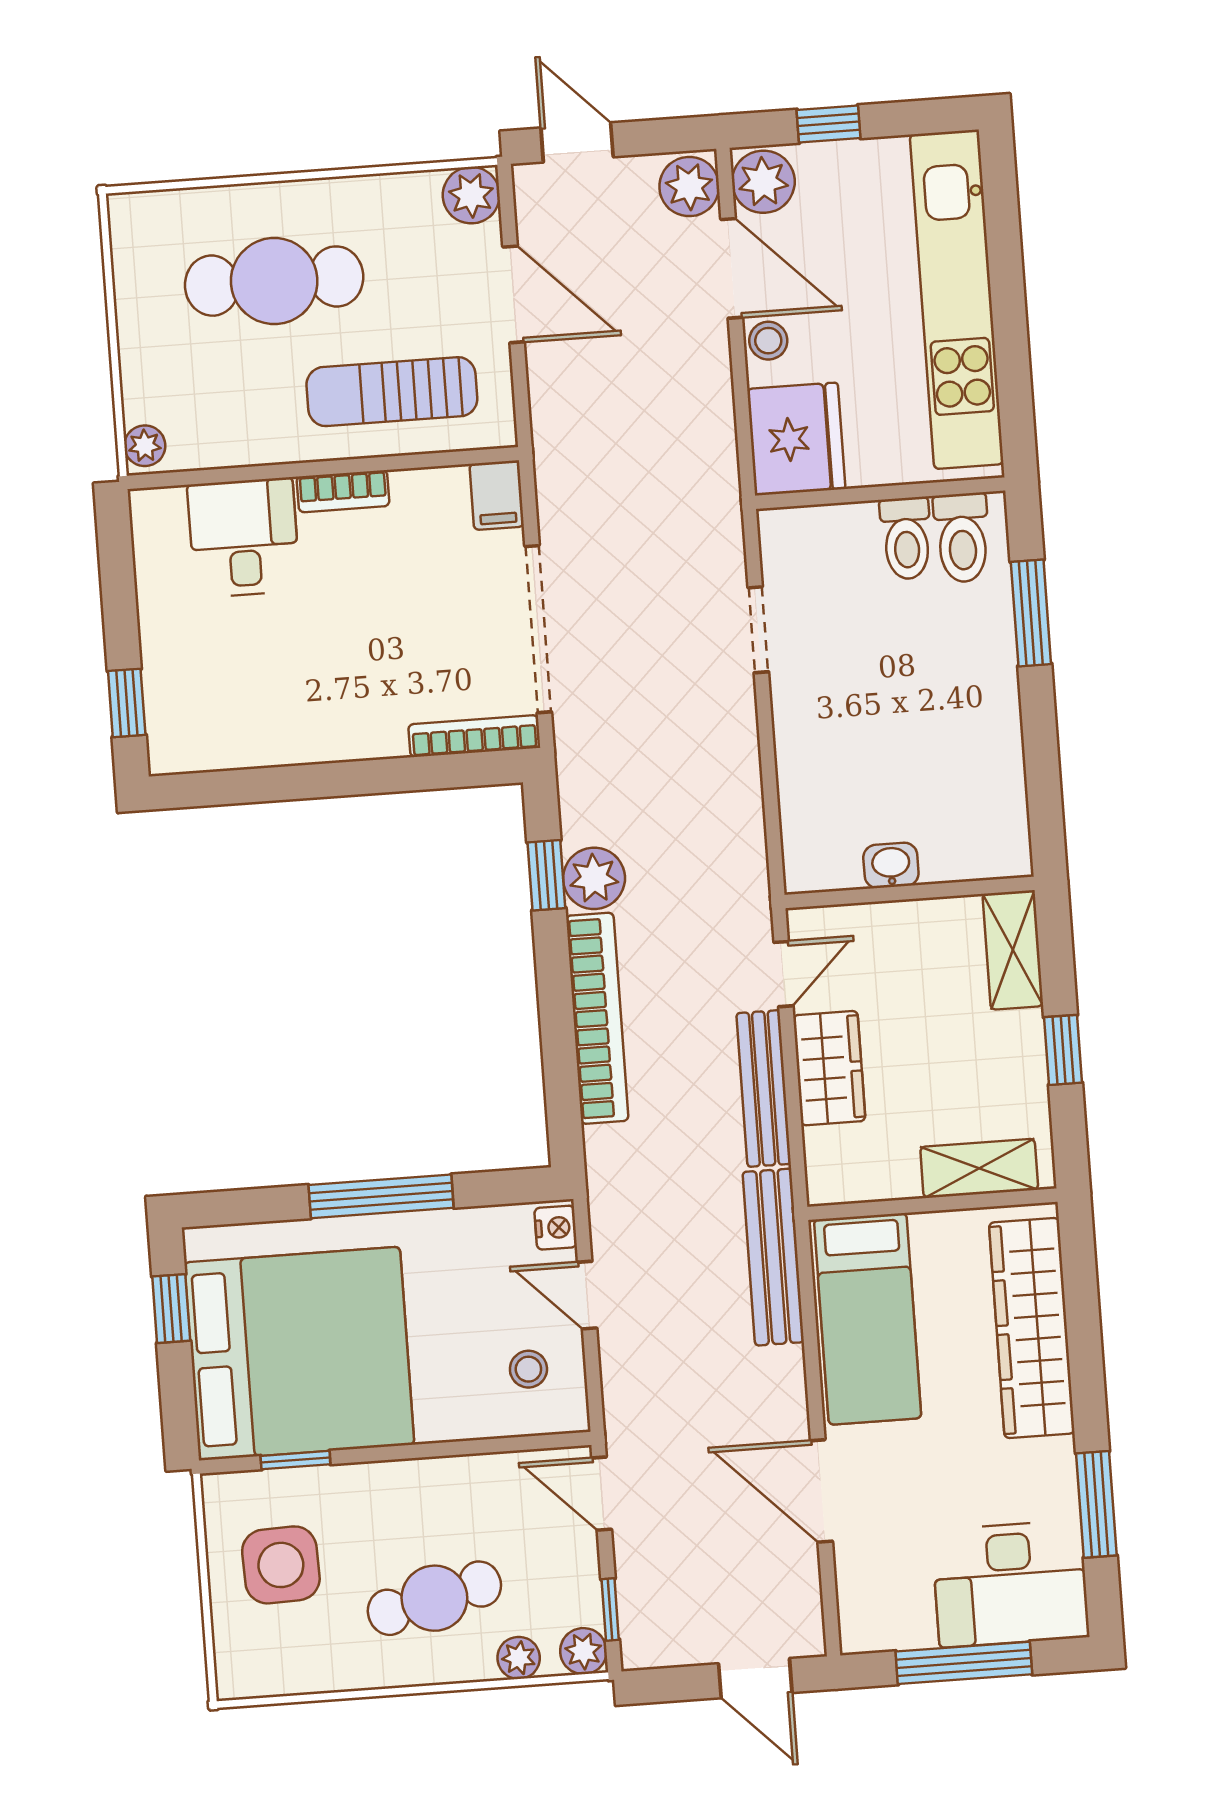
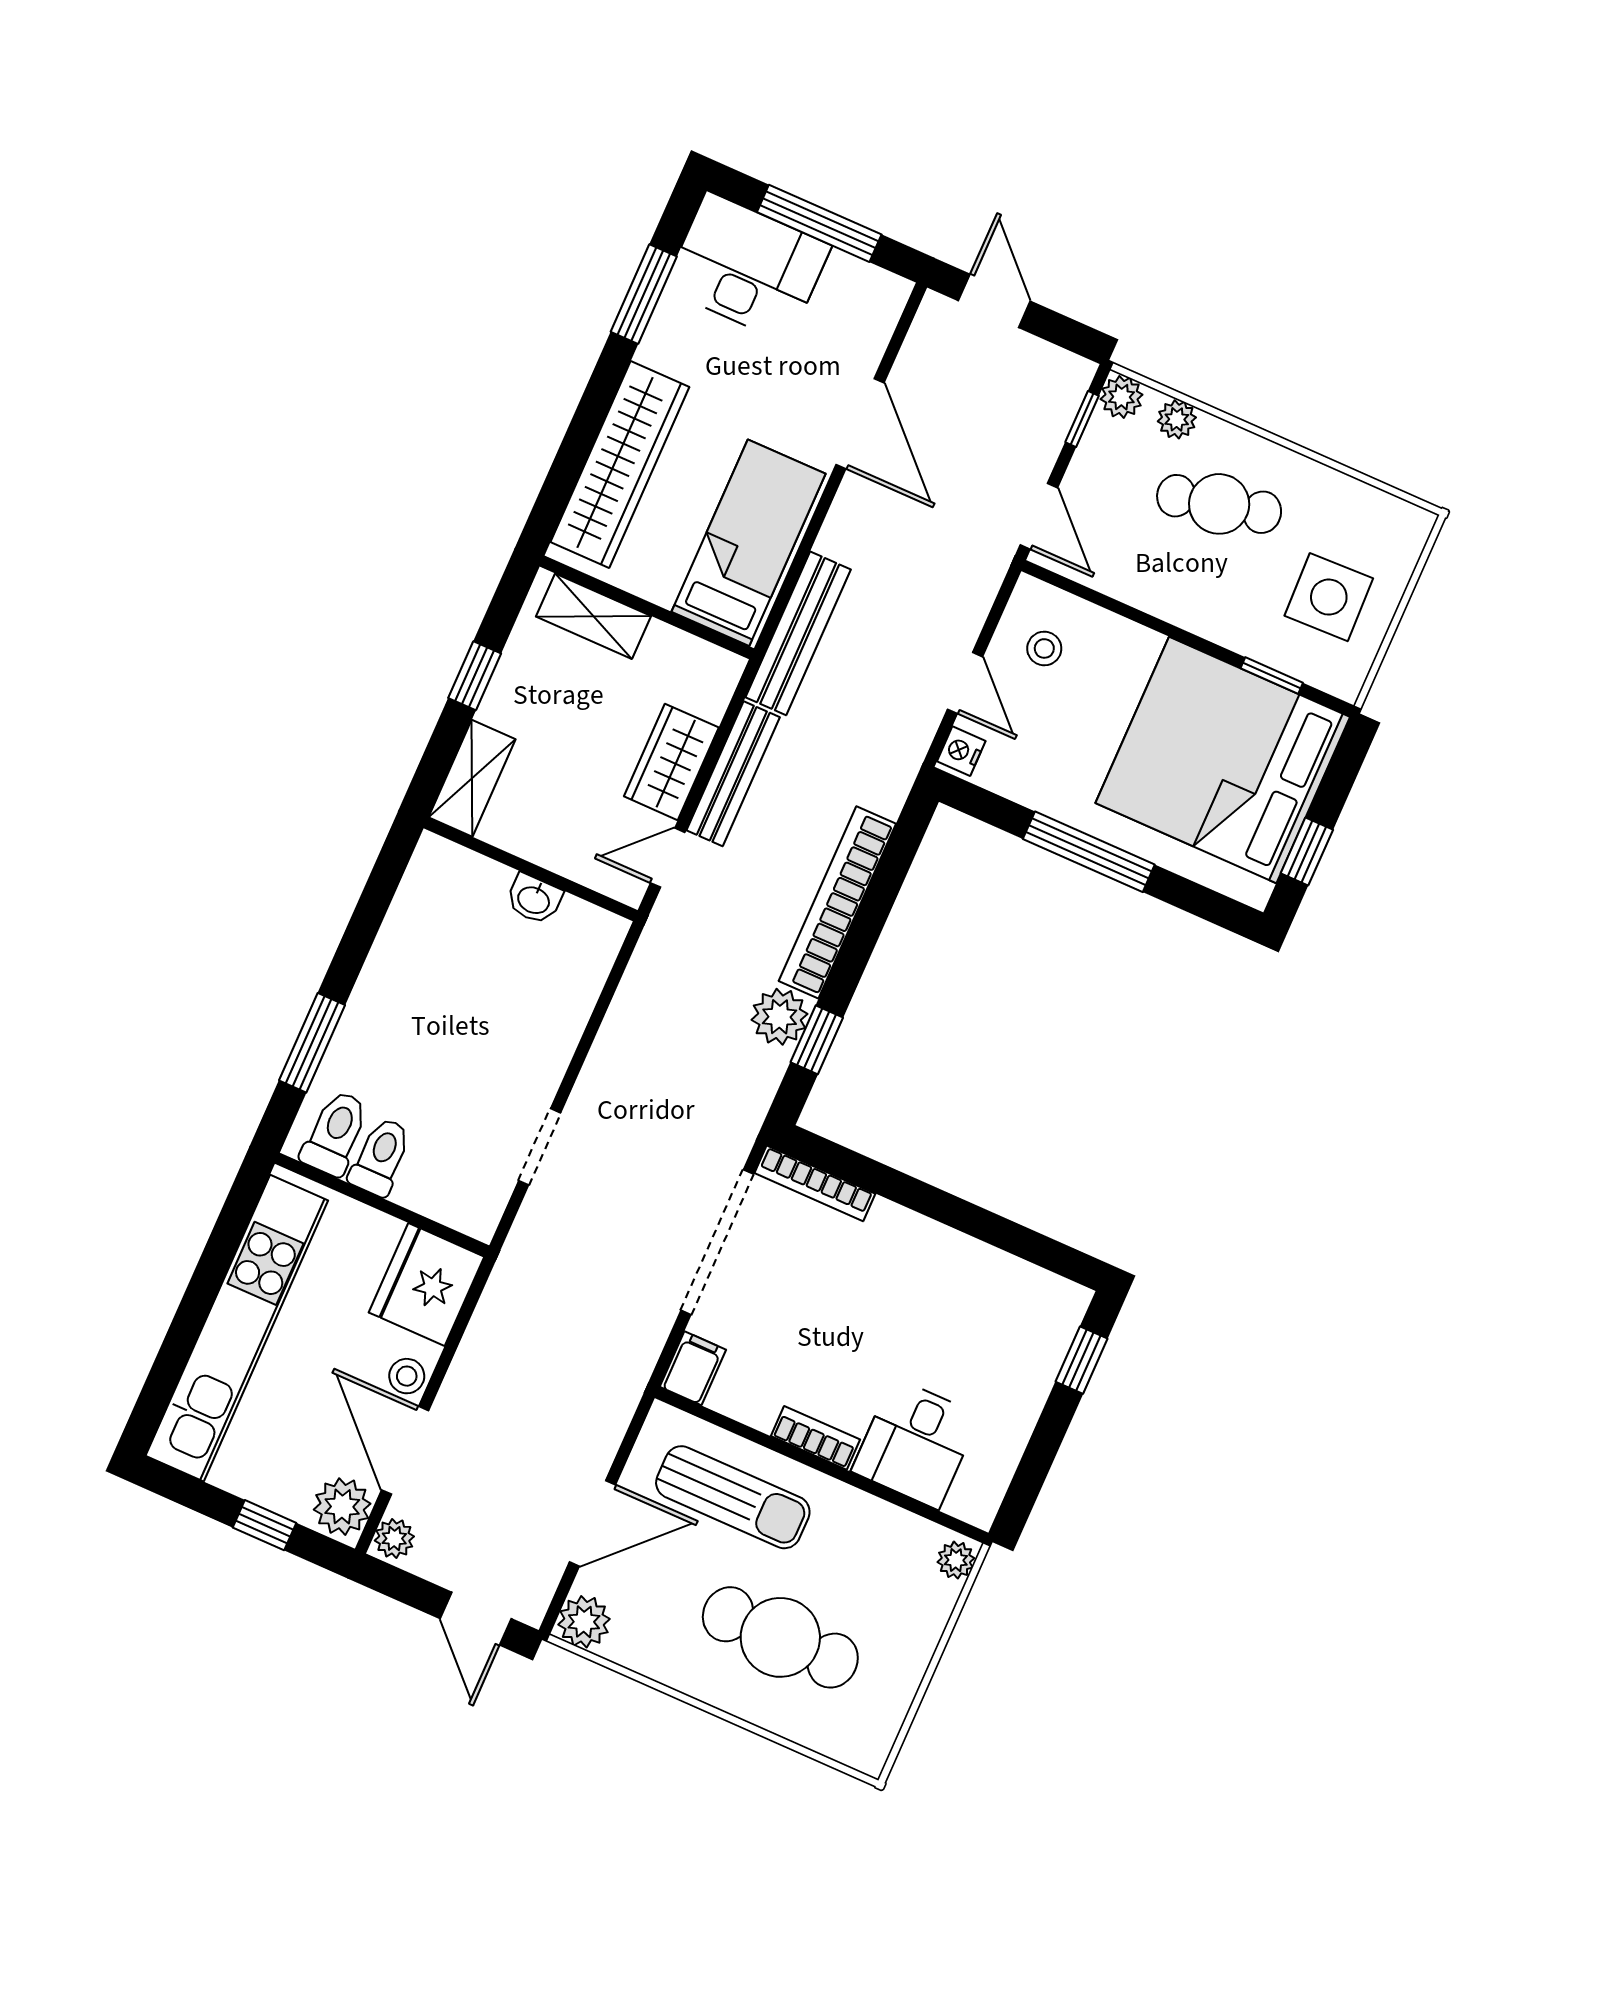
plant: (689, 187) -> (394, 1538), width x0.73, depth x0.73
door: (514, 294) -> (593, 1523), swing flipped

